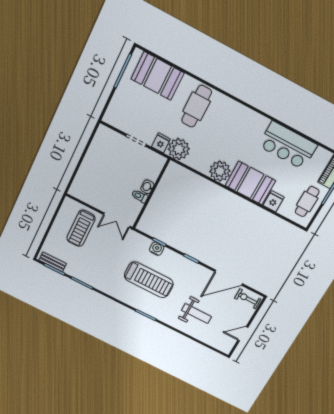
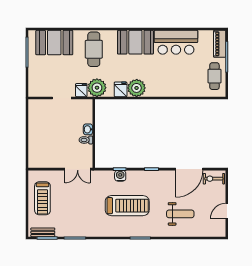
booth: (250, 183) -> (135, 42), moved
fridge: (274, 201) -> (121, 89), moved
treadmill: (81, 228) -> (42, 198), moved

